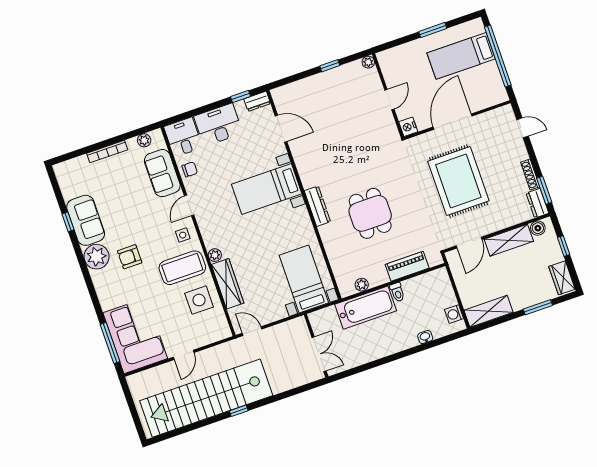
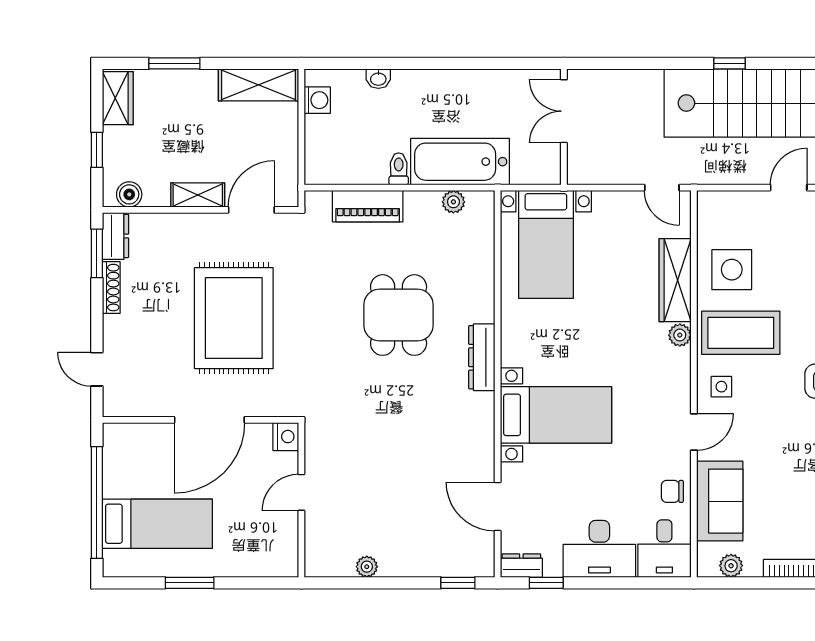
plant: (368, 62) -> (367, 567), moved
window: (330, 66) -> (458, 583), moved
shelving: (509, 240) -> (198, 195), width x0.67, depth x0.75

